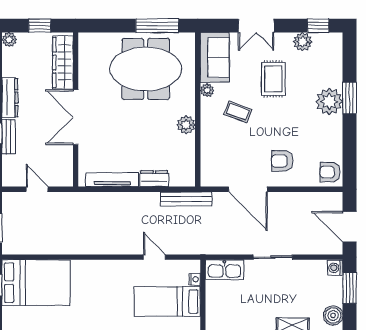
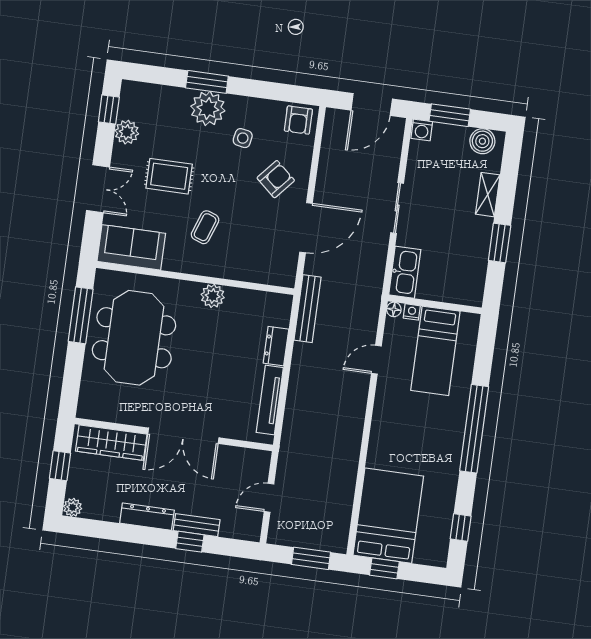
plant: (207, 90) -> (172, 263), removed
side table: (310, 131) -> (243, 138), added
armchair: (282, 161) -> (276, 179), turned -139
floor lamp: (195, 265) -> (394, 309), added

